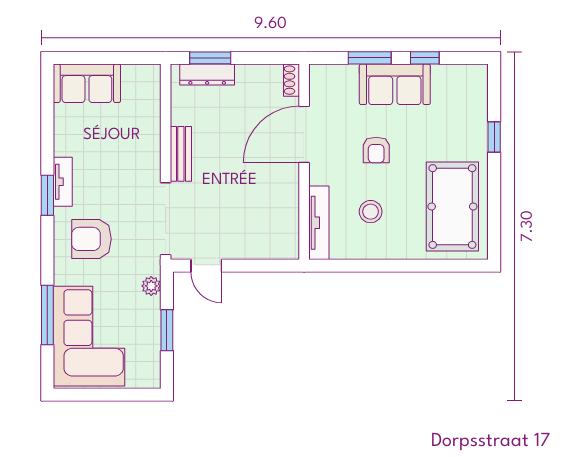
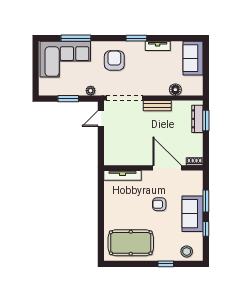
floor lamp: (149, 118) -> (175, 90), added
tv unit: (63, 182) -> (158, 46), moved
stool: (371, 212) -> (187, 251), moved

